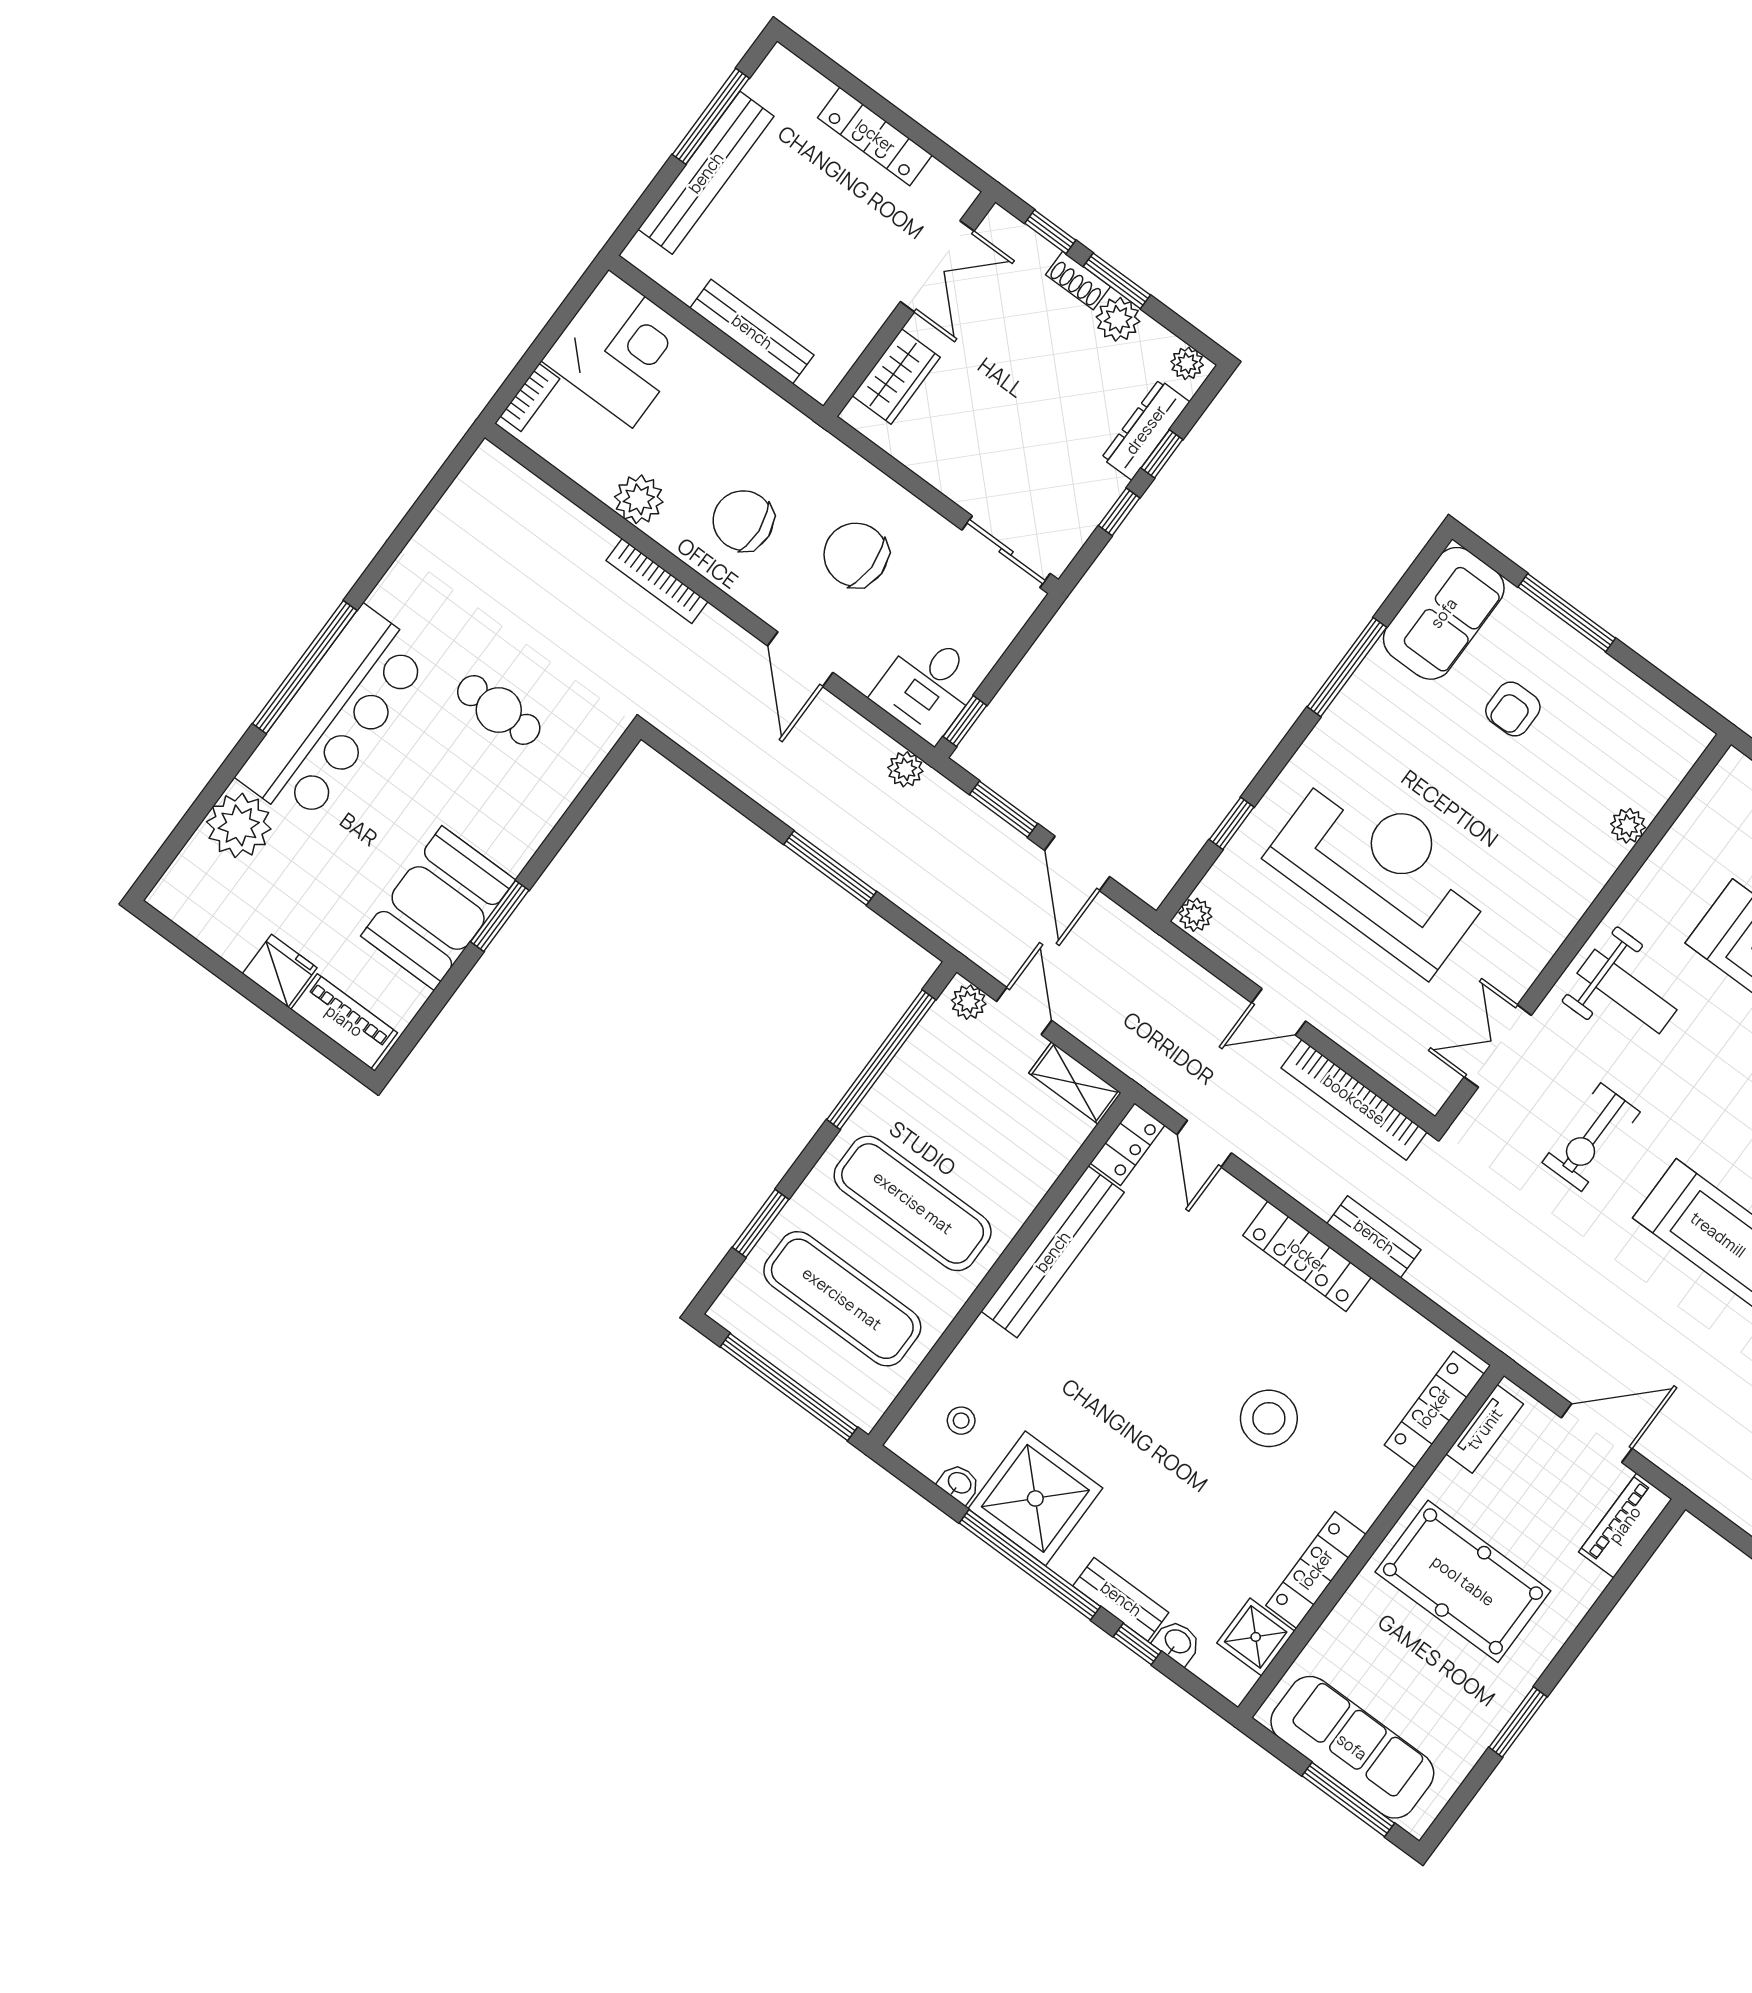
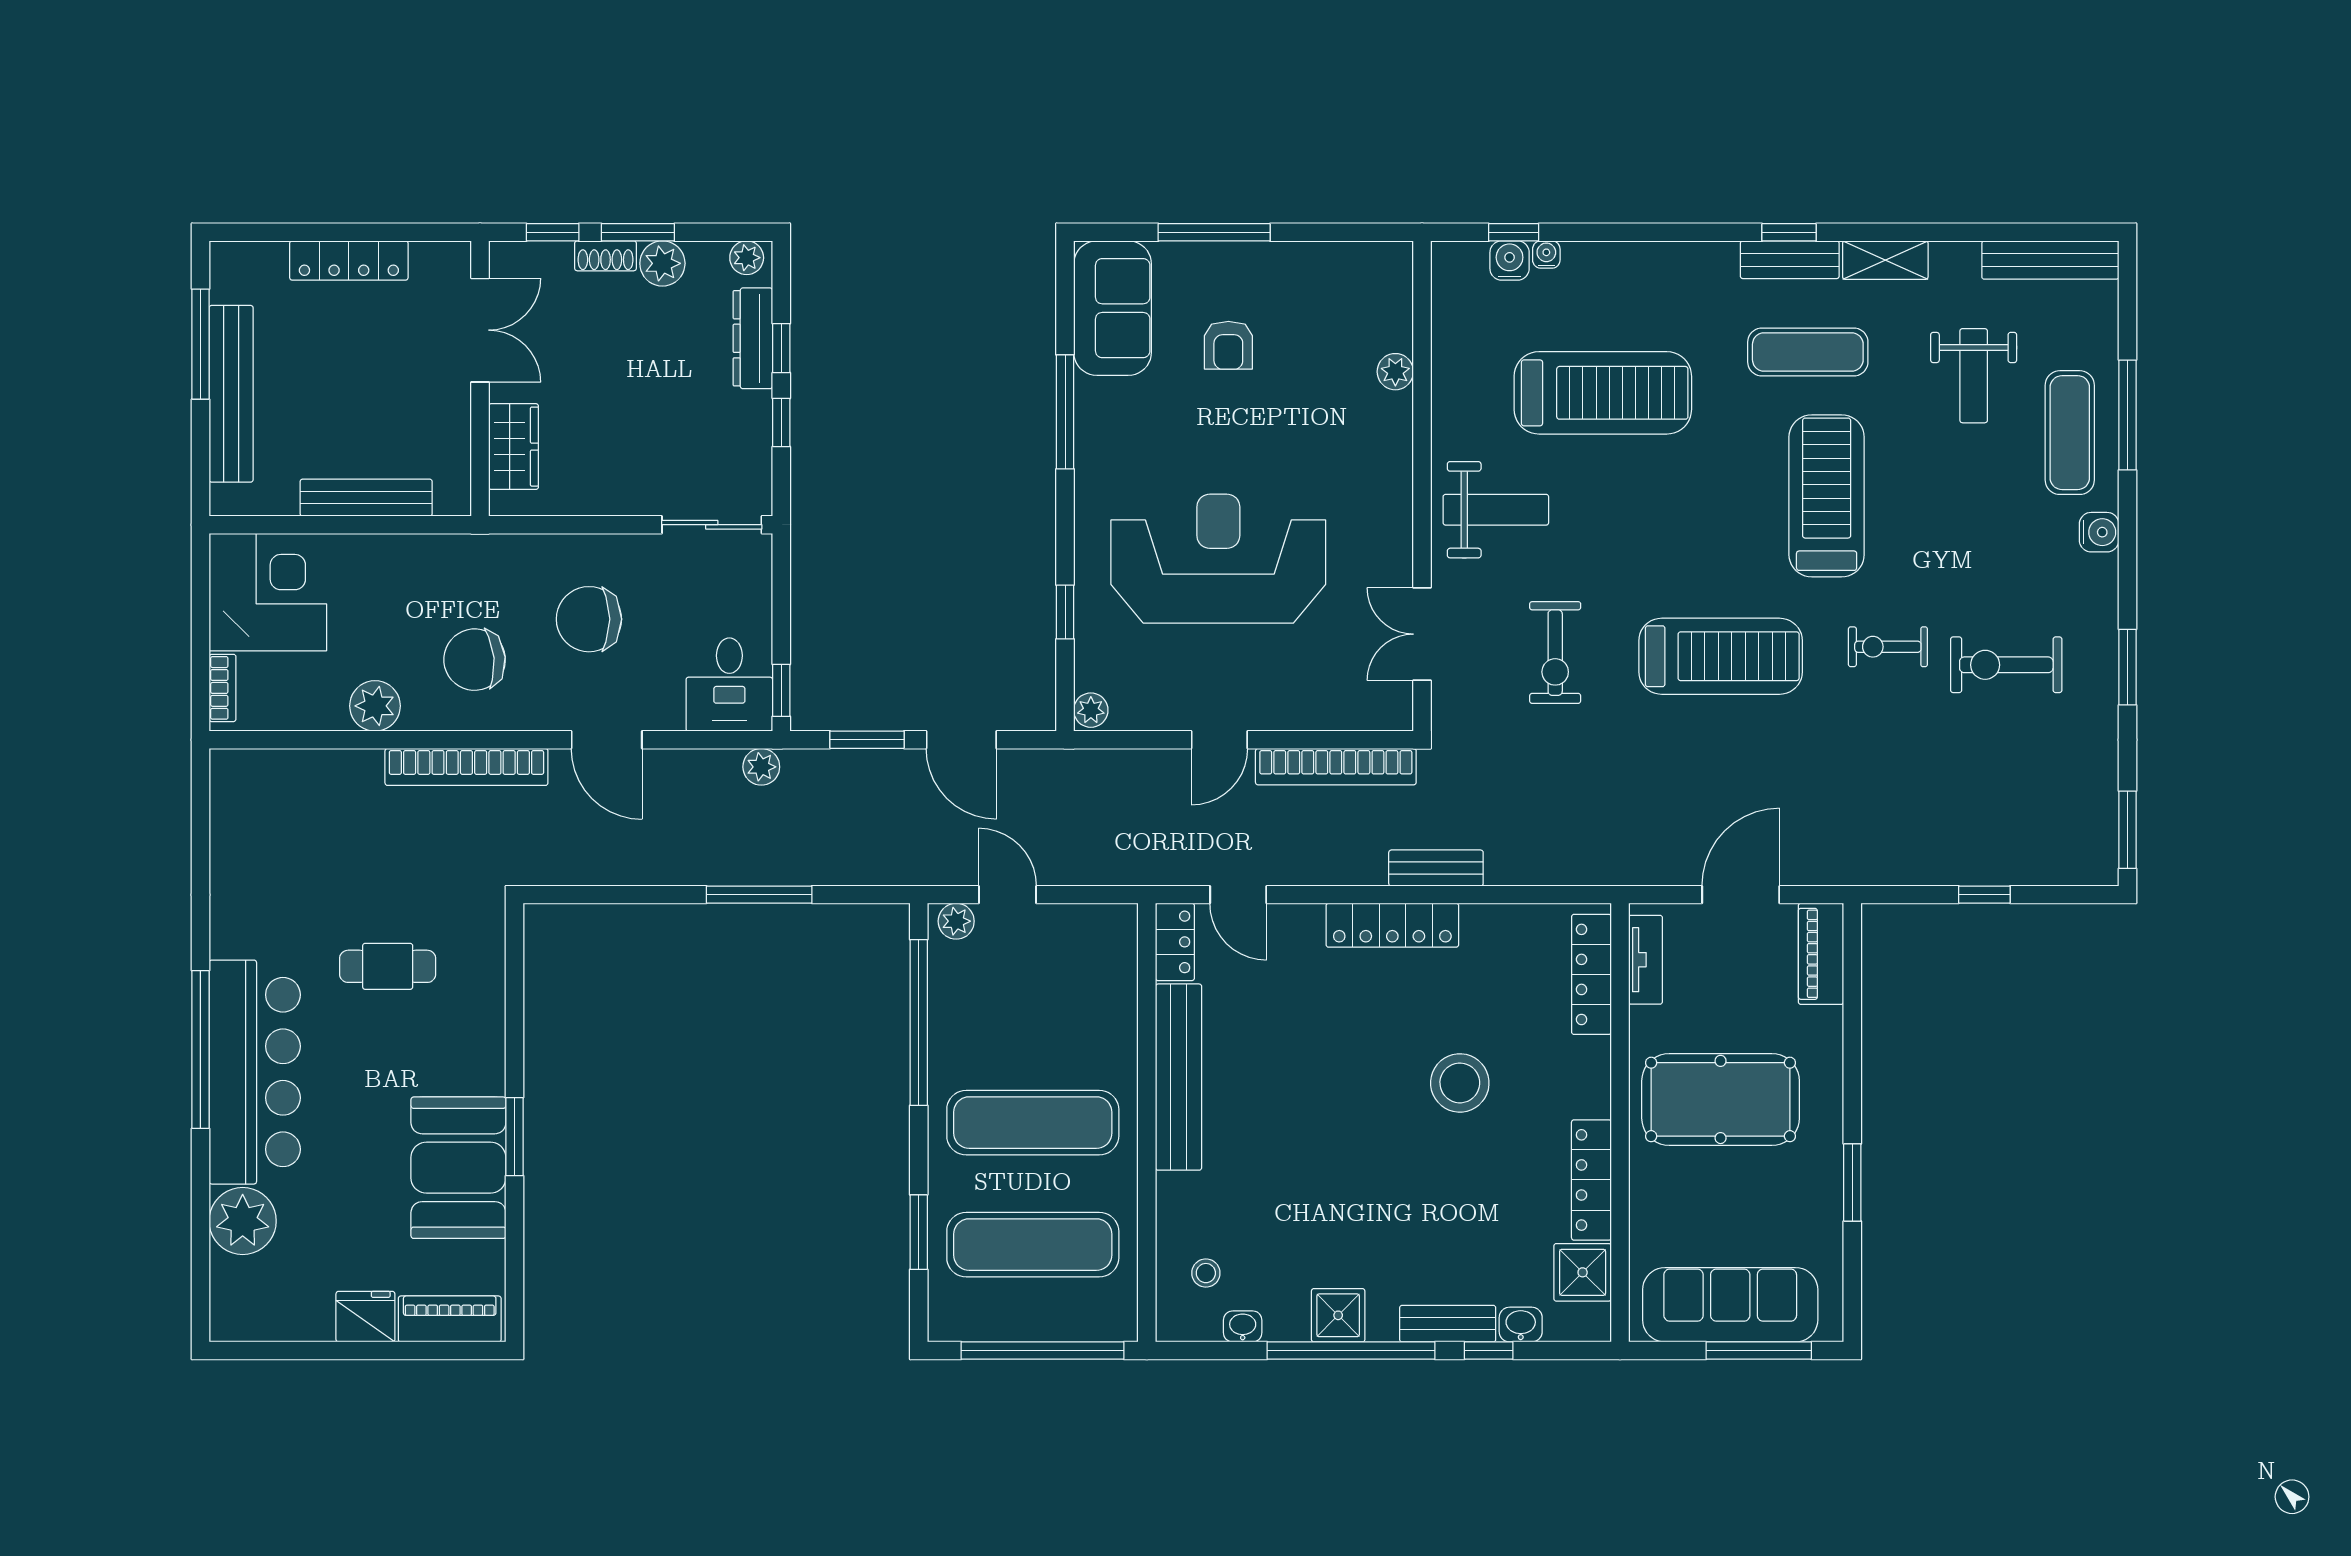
bookcase: (657, 581) -> (466, 767), width x1.48, depth x1.31
shelving: (1075, 1083) -> (1094, 923), removed
shower: (1035, 1498) -> (1338, 1315), width x0.54, depth x0.54

